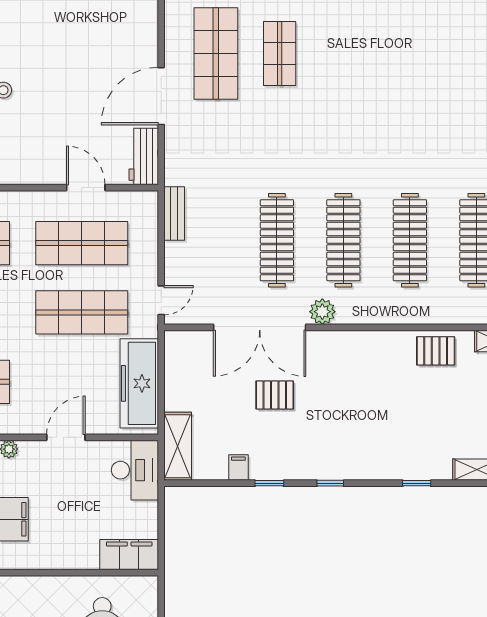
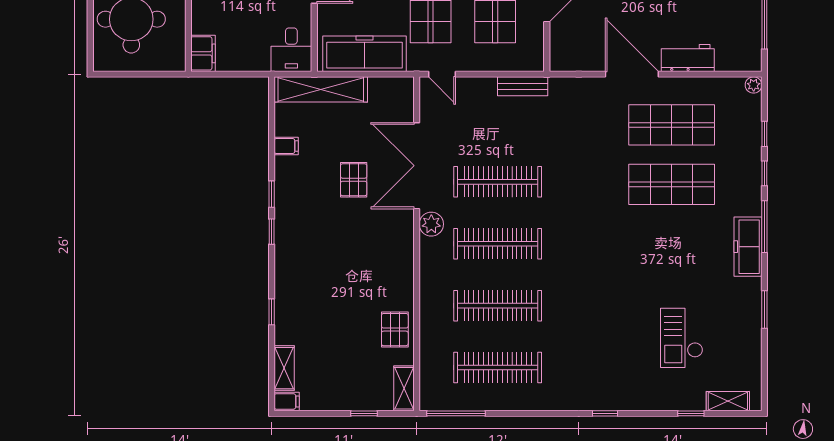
checkout: (445, 43) -> (682, 338), added
shop shelf: (280, 53) -> (672, 184), width x1.43, depth x1.36
workbench: (144, 156) -> (688, 58), moved
shelving: (178, 446) -> (321, 89), width x1.47
desk: (135, 470) -> (291, 50), width x0.73
window: (269, 483) -> (272, 194), moved
filing cabinet: (129, 555) -> (203, 53), width x0.67, depth x0.86

